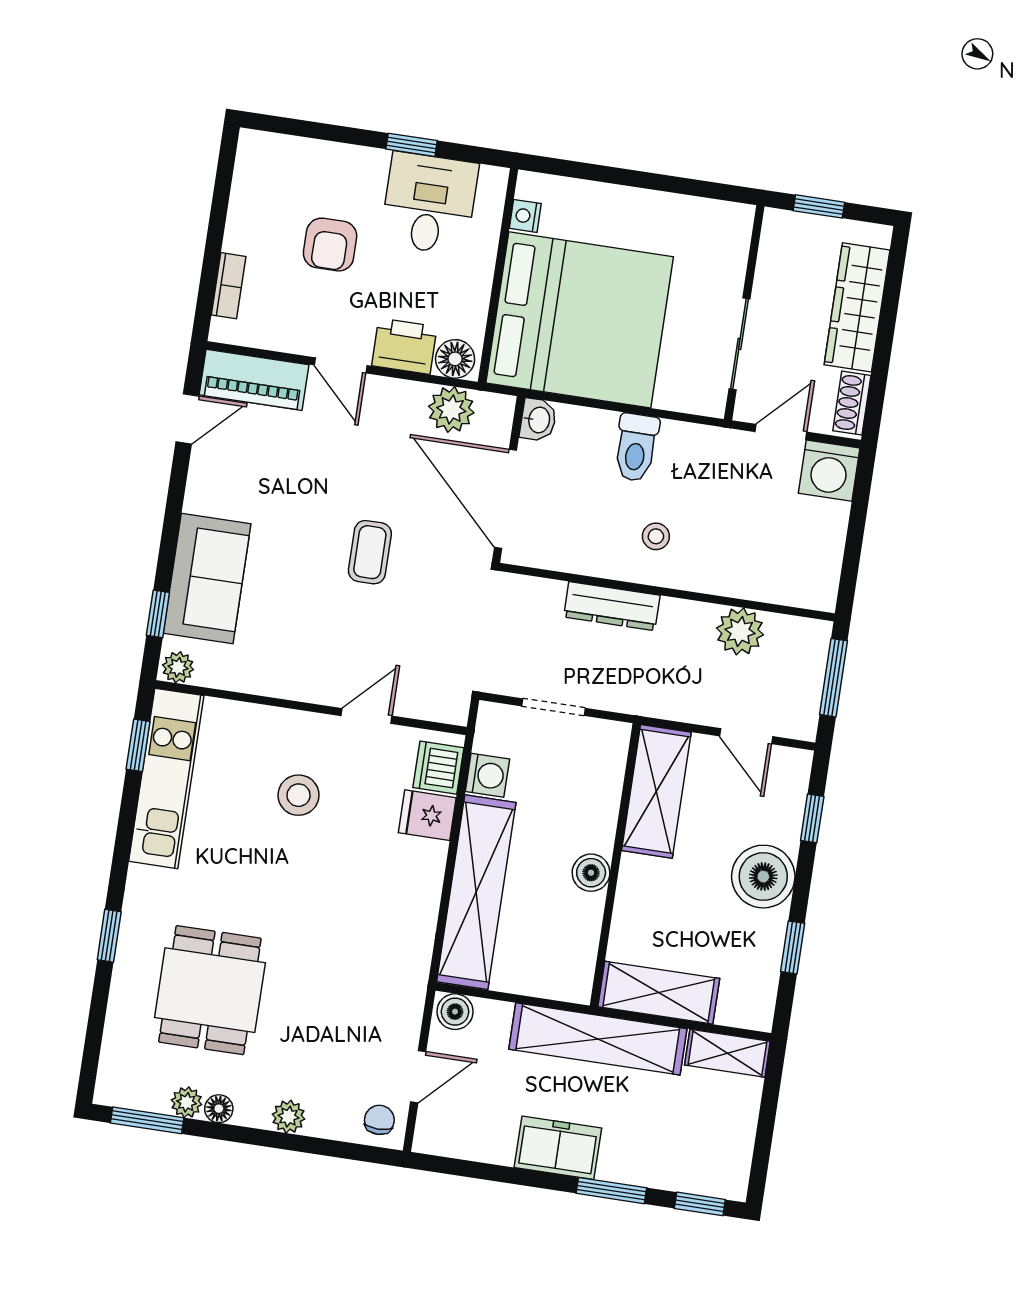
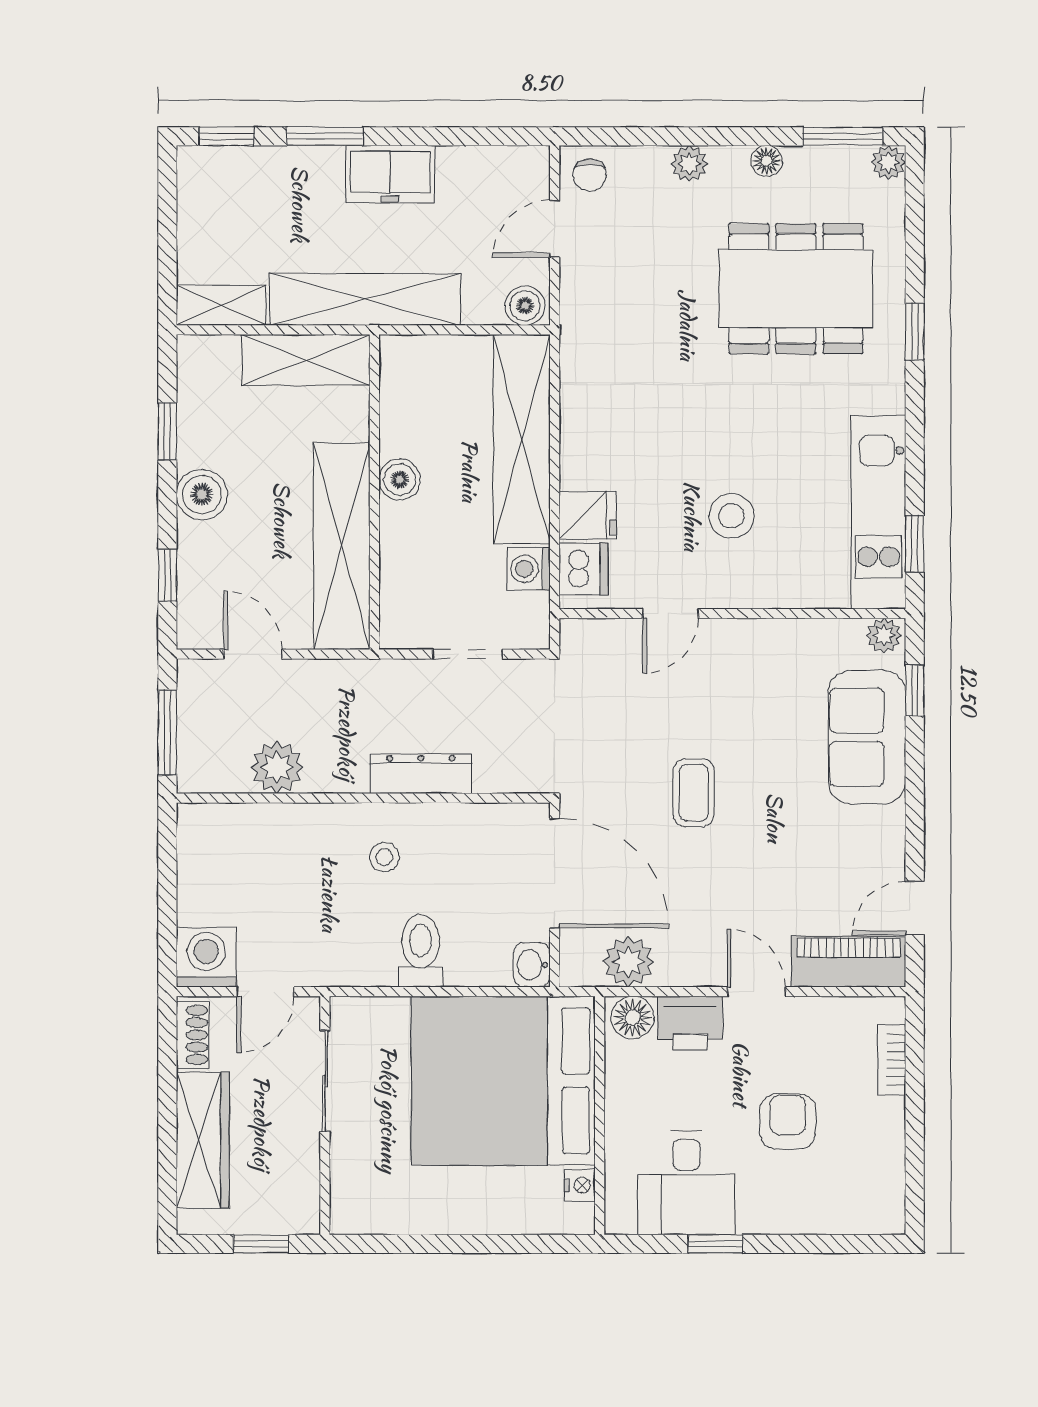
shelving: (656, 791) -> (342, 546), width x1.47
boiler: (763, 877) -> (202, 495), width x0.73, depth x0.73
dining table: (210, 990) -> (796, 289), width x1.38
plant: (187, 1102) -> (889, 162), moved

